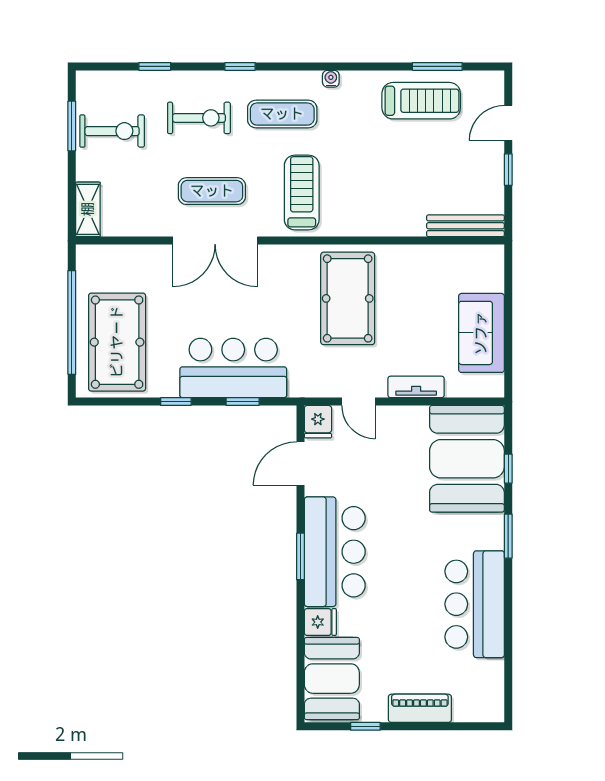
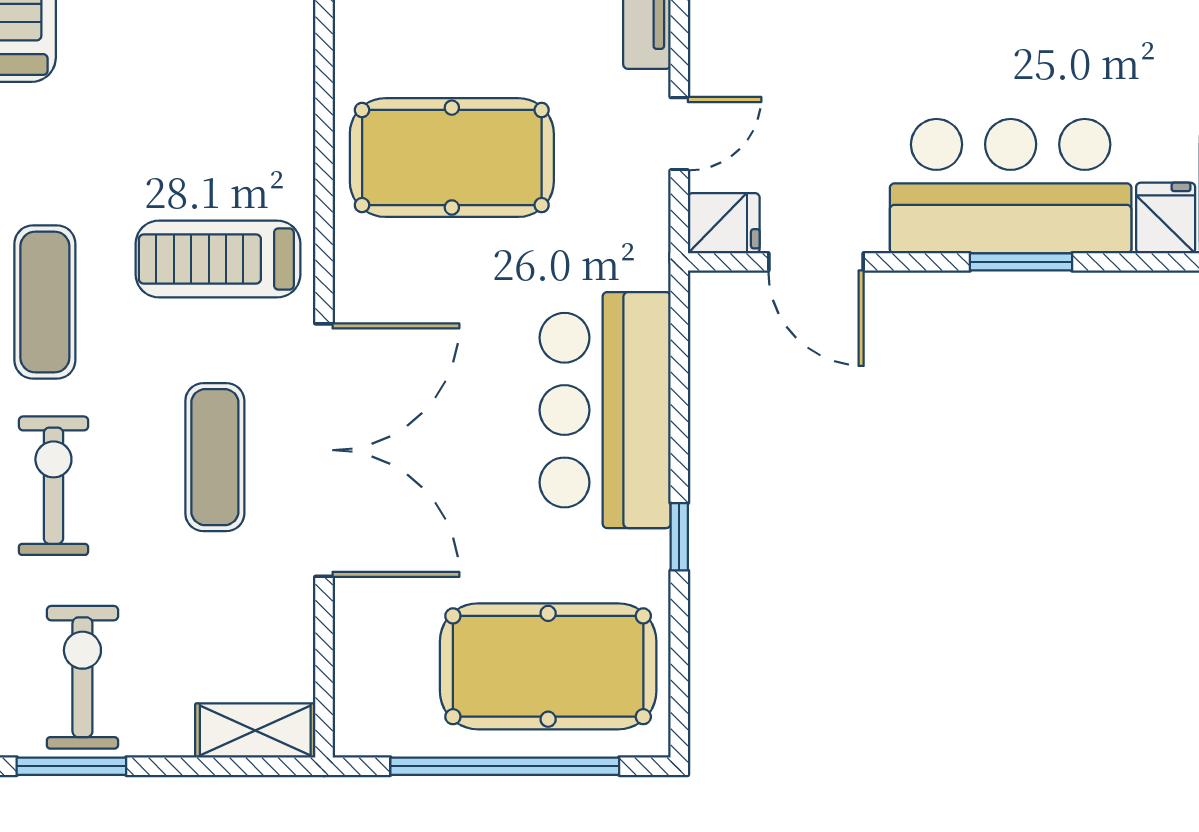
double door: (215, 240) -> (324, 450), width x1.36
window: (243, 402) -> (679, 389), removed

